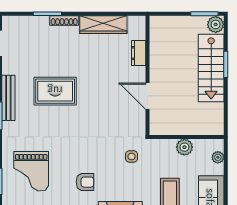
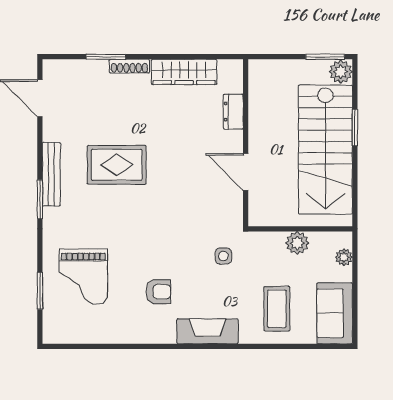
stairs: (211, 68) -> (325, 150), width x1.36, depth x1.51

